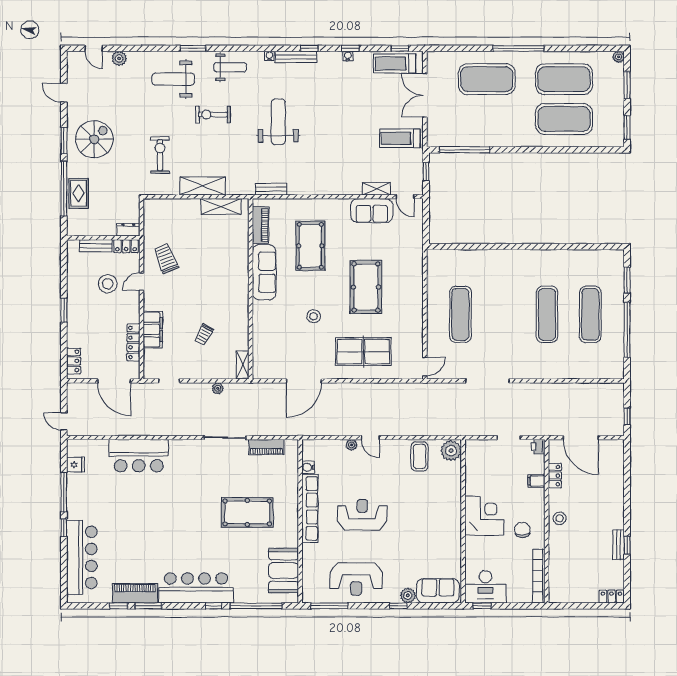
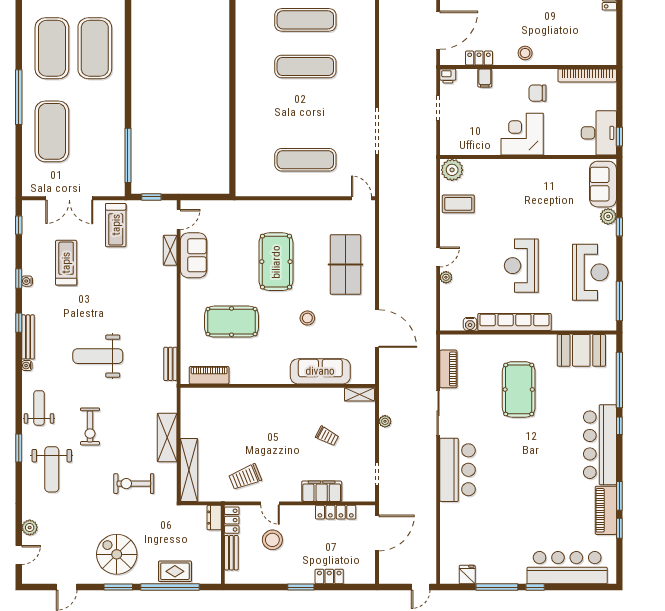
treadmill: (395, 63) -> (66, 263), moved, turned 180
shelving: (221, 206) -> (189, 470), moved, width x1.47
sofa: (264, 272) -> (320, 371), moved
pool table: (366, 287) -> (276, 262), turned 90
locker: (74, 361) -> (329, 577), moved
bar counter: (139, 456) -> (458, 470), moved

